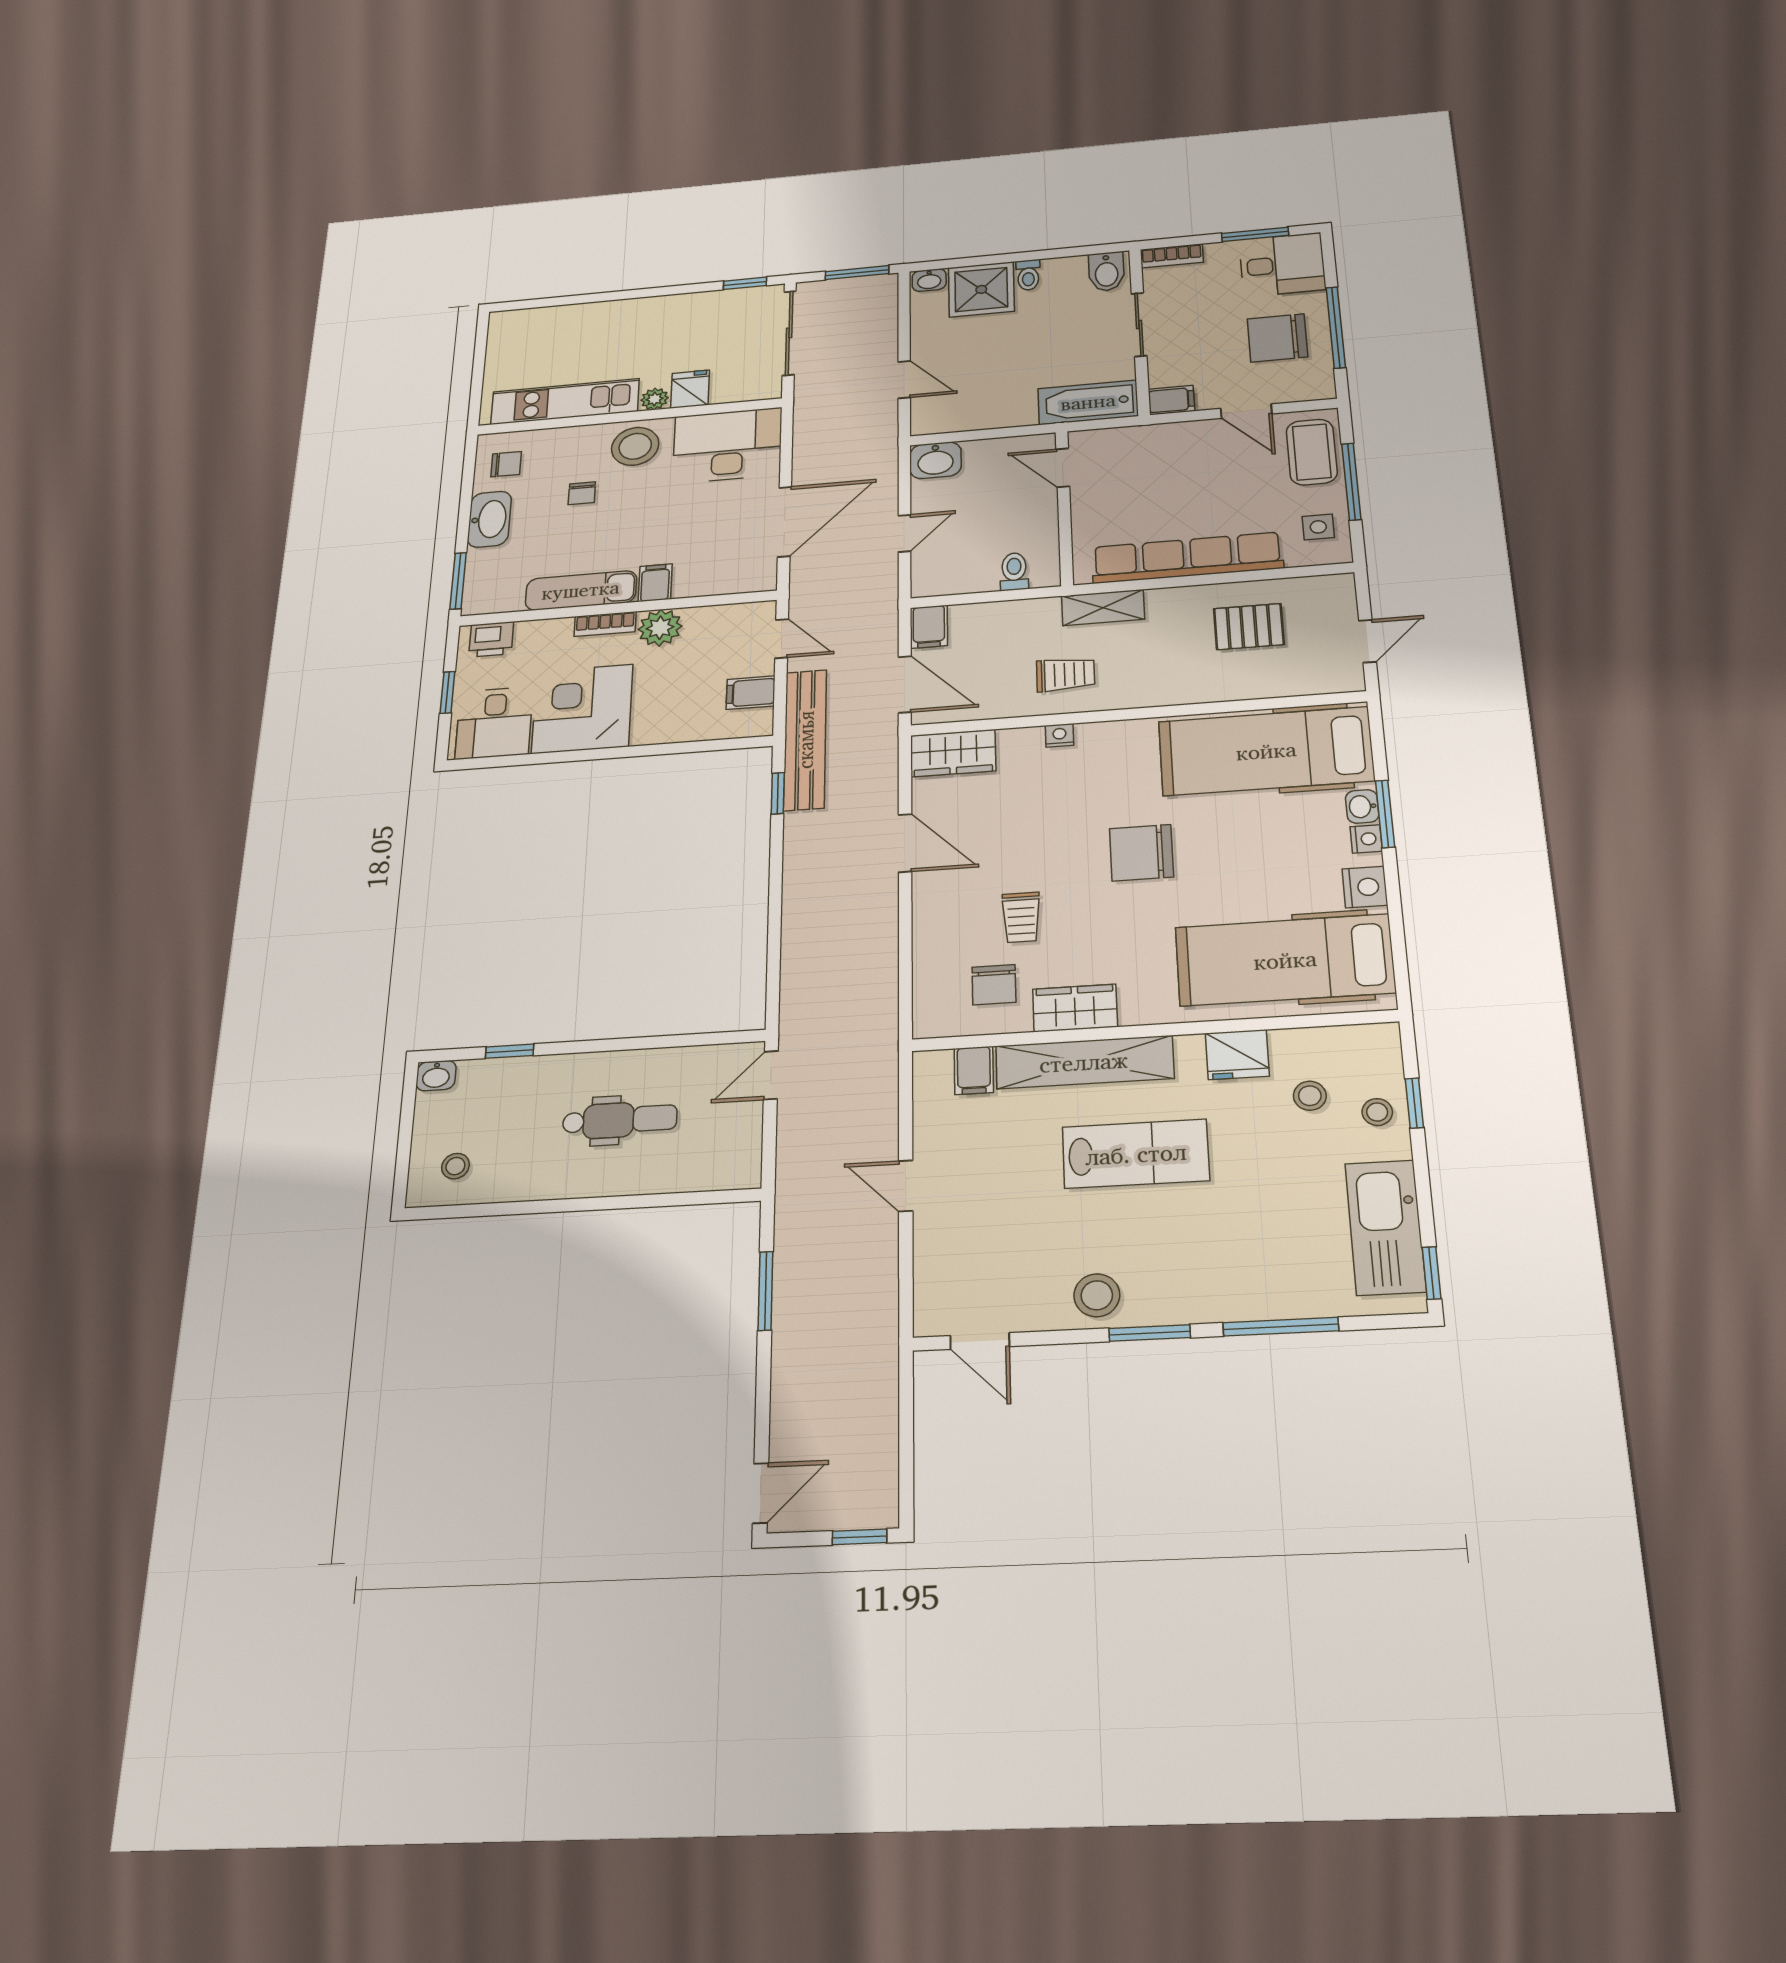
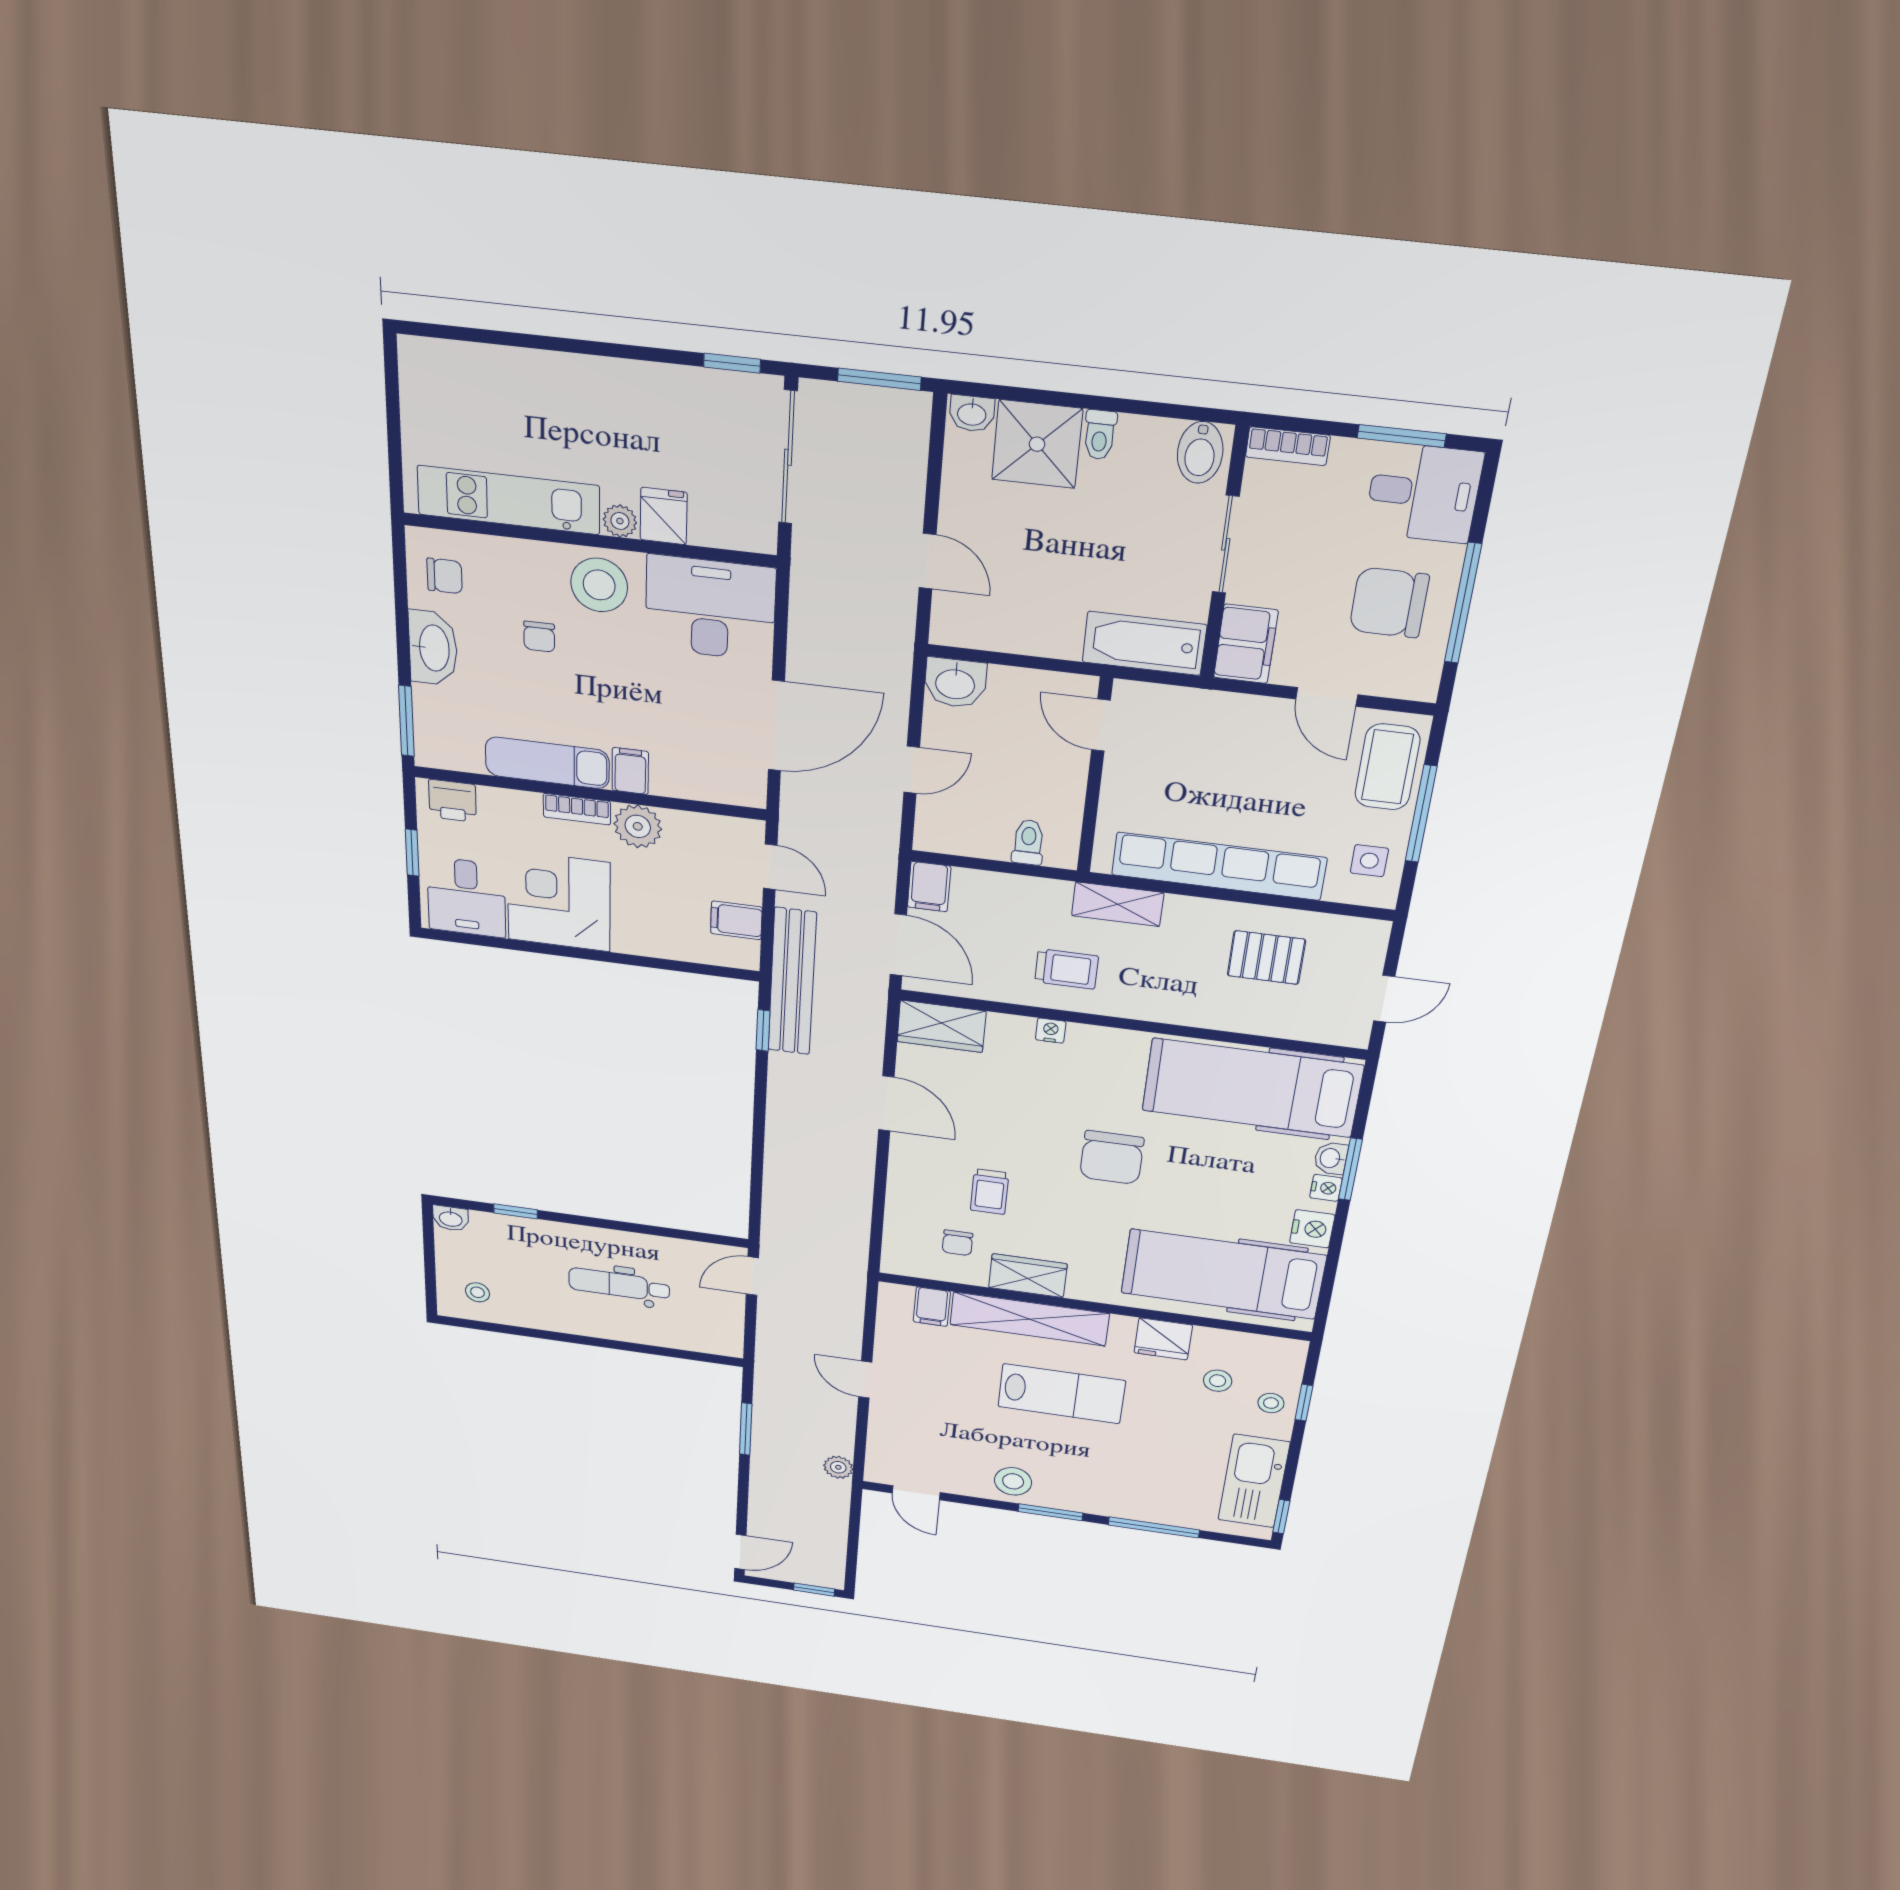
filing cabinet: (1171, 400) -> (1246, 644), width x2.00
chair: (1142, 853) -> (1112, 1158), turned -90
chair: (994, 985) -> (957, 1243), width x0.73, depth x0.73
dental chair: (620, 1120) -> (619, 1285), turned 180
plant: (881, 1323) -> (838, 1467), added

